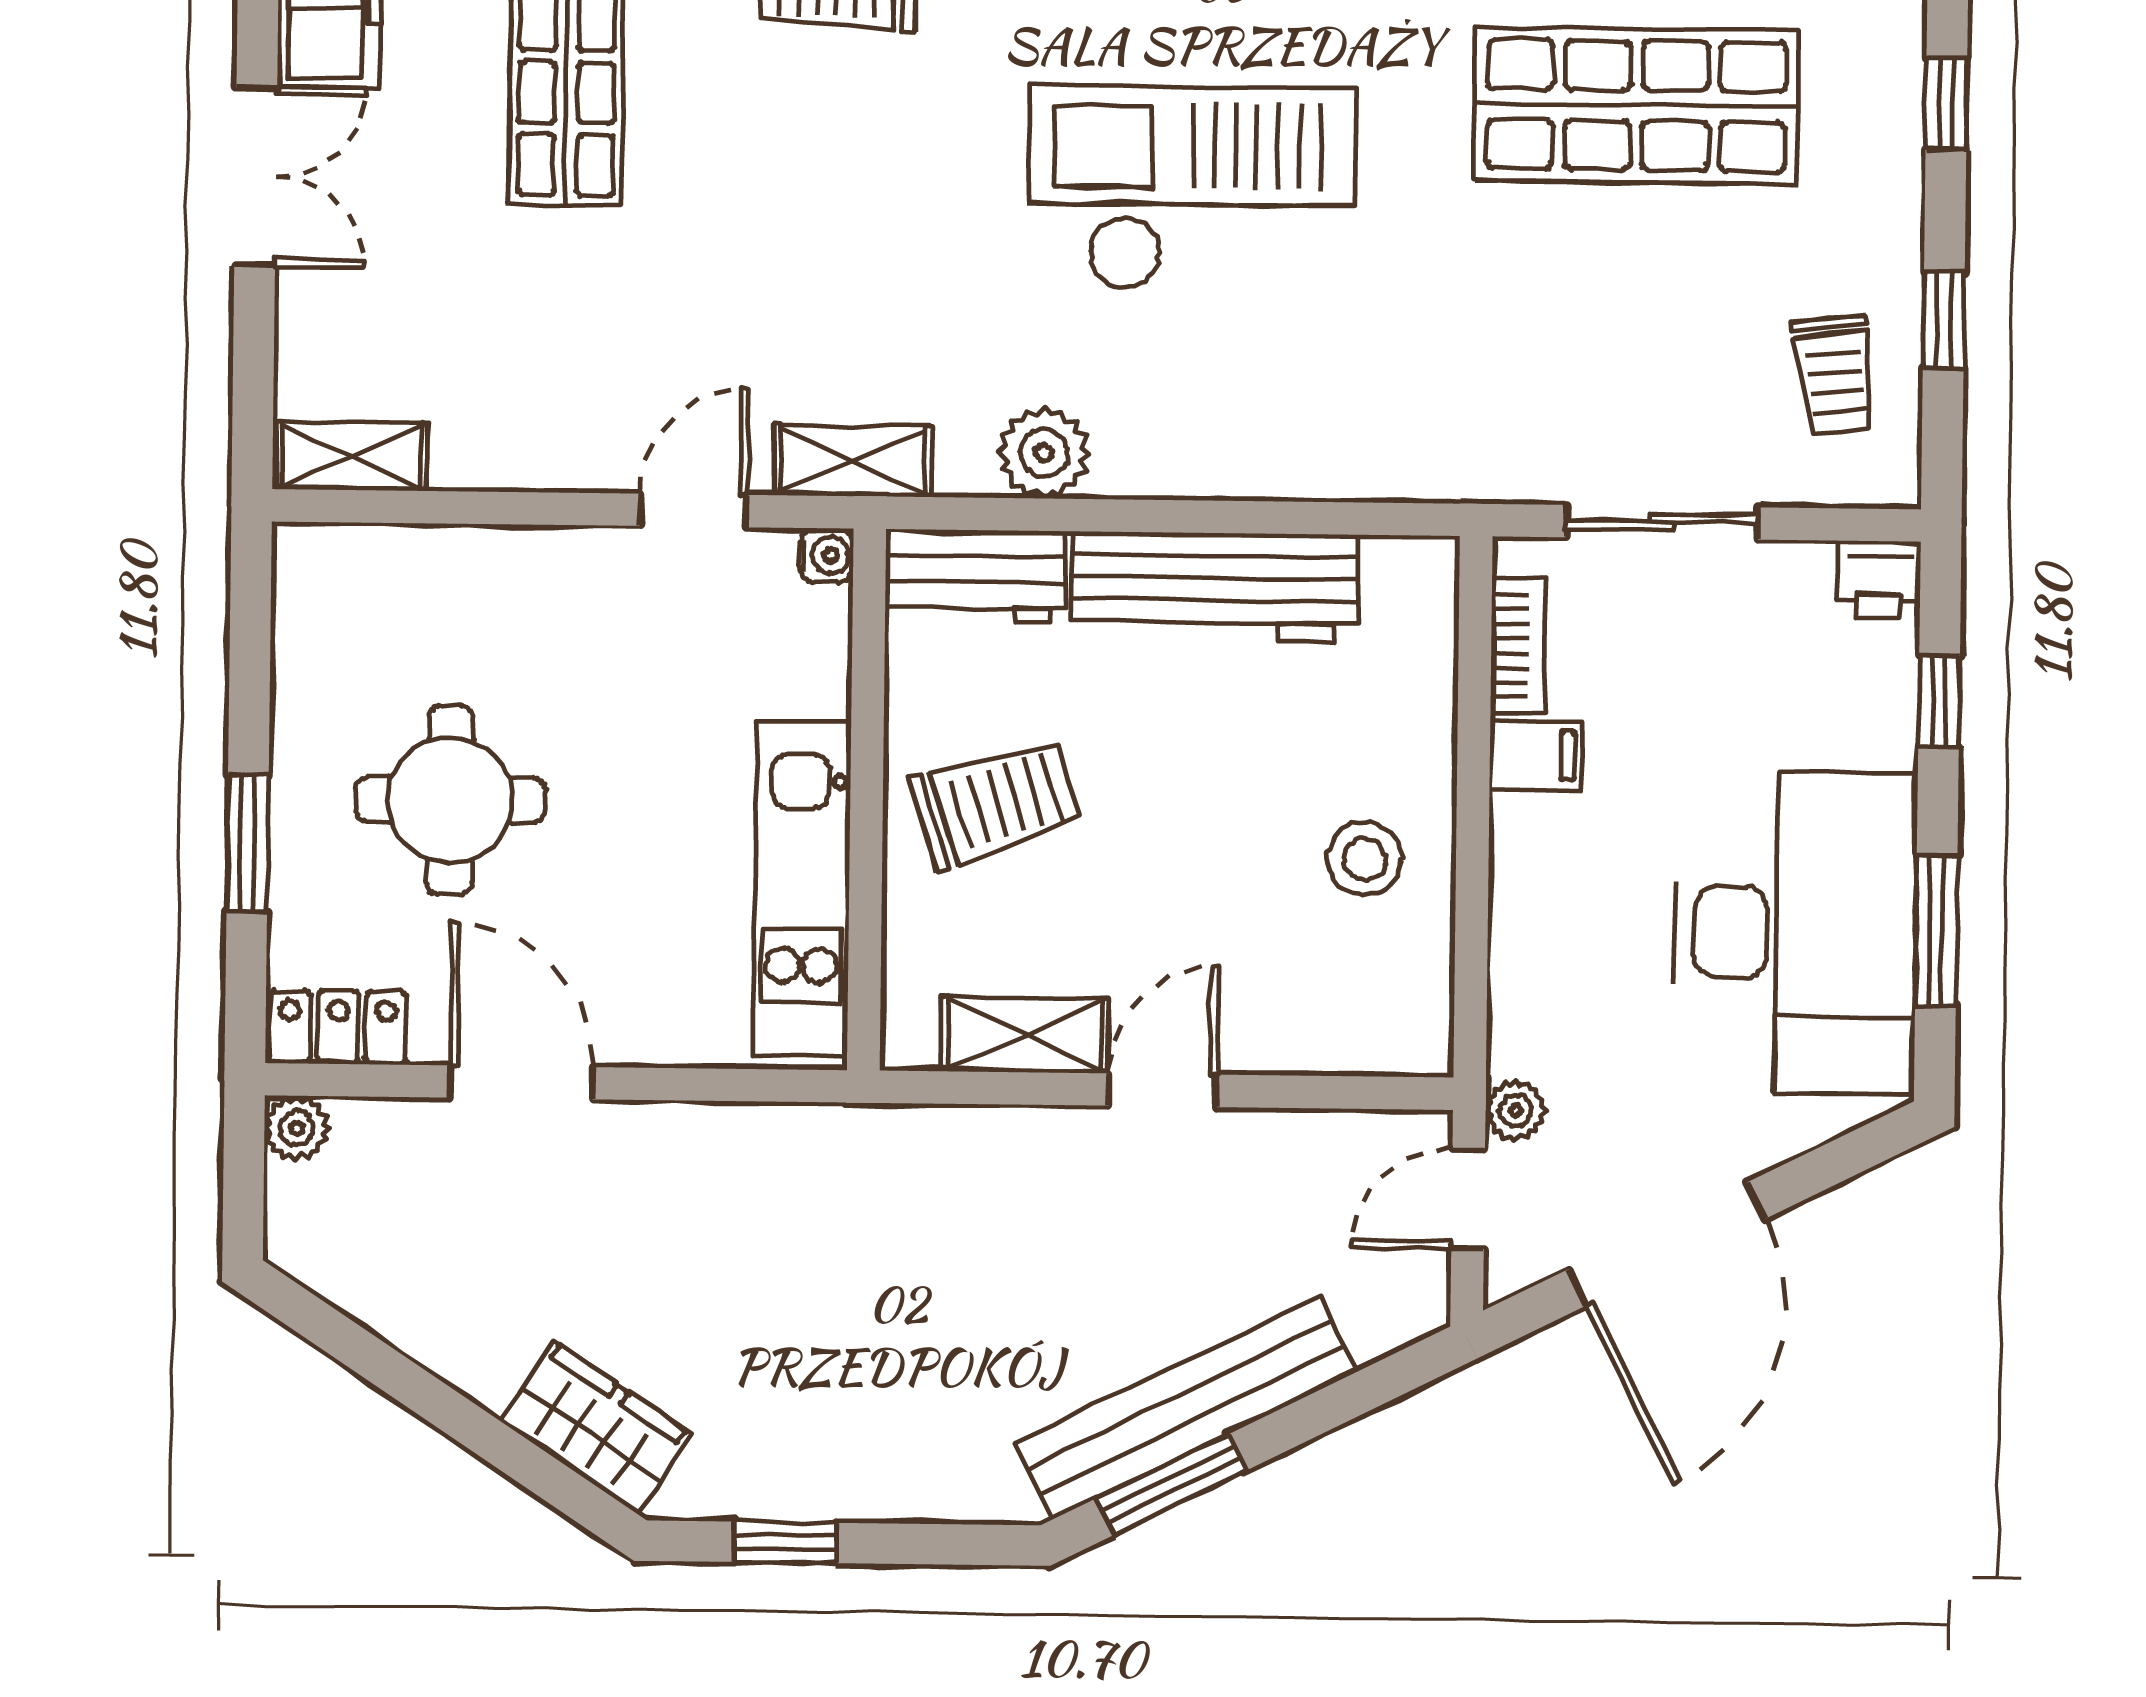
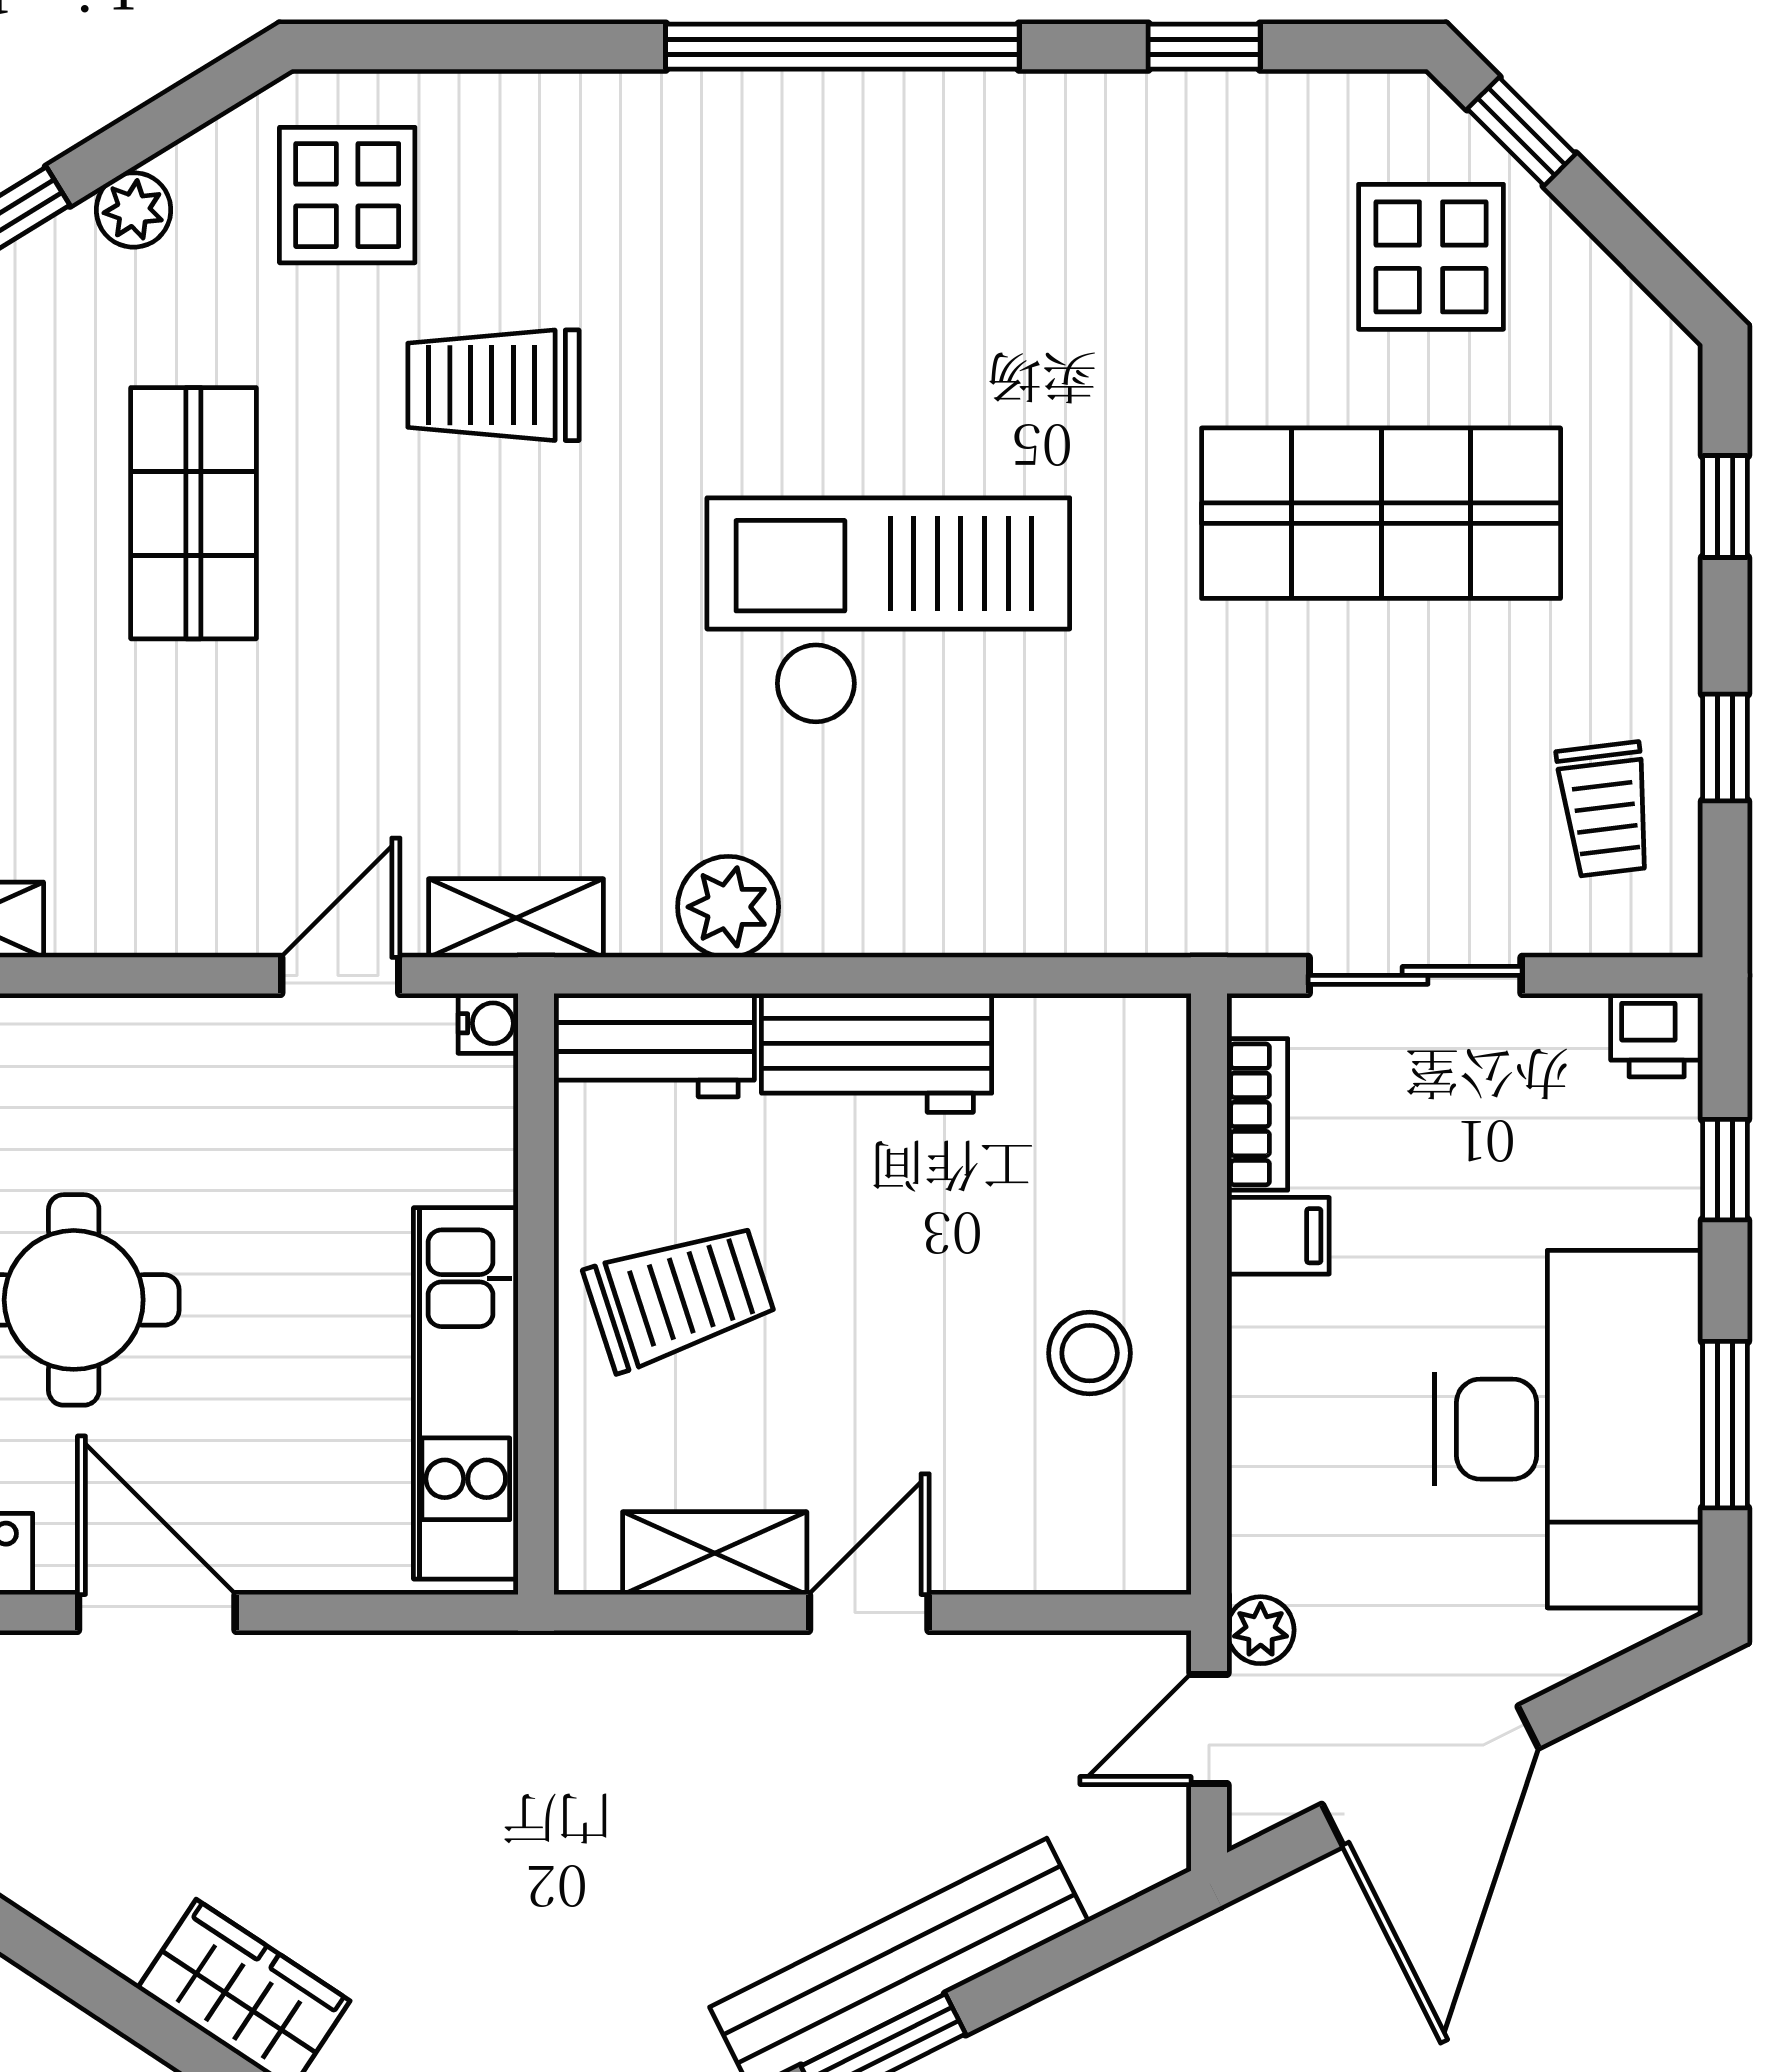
workbench: (1215, 587) -> (877, 1053), width x0.73

